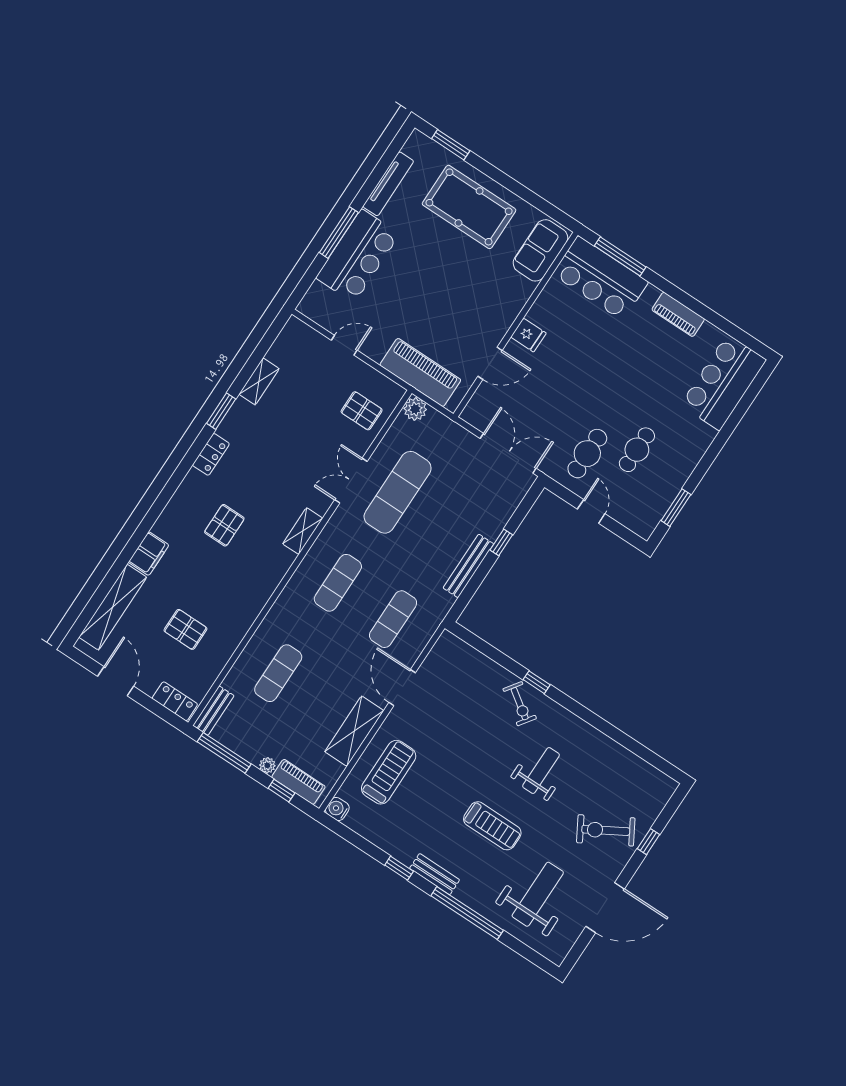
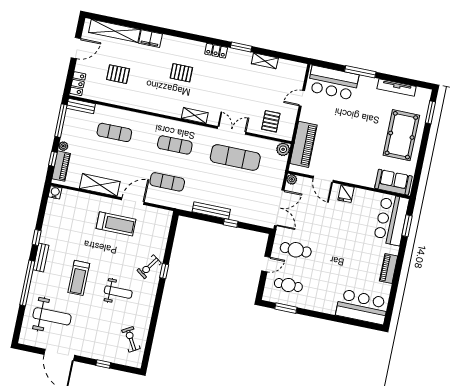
bar counter: (358, 256) -> (333, 83), moved
window: (620, 256) -> (407, 226), width x0.69
door: (344, 345) -> (302, 98), swing flipped
plant: (470, 414) -> (292, 179), added
cafe table: (637, 450) -> (288, 285), moved
pallet: (185, 629) -> (118, 74), turned 90
treadmill: (389, 772) -> (116, 224), moved
exercise bike: (606, 830) -> (131, 339), moved, width x0.73, depth x0.72

